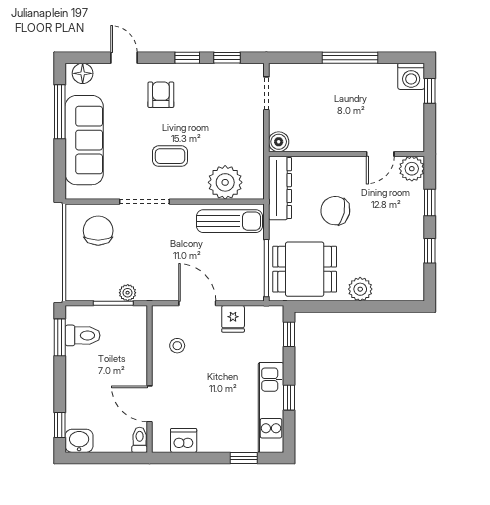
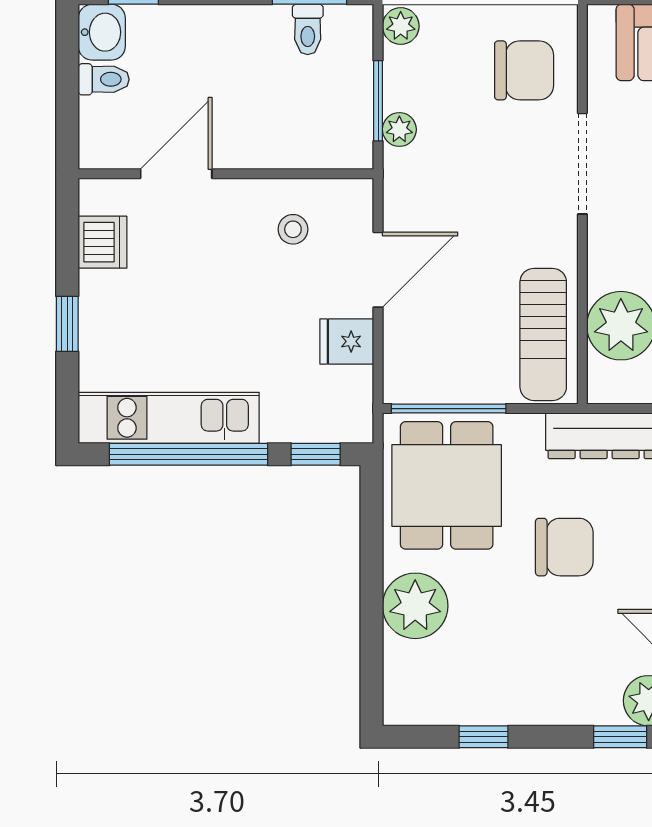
window: (430, 202) -> (620, 737), moved
chair: (335, 211) -> (564, 547), turned 78
plant: (360, 289) -> (415, 606), width x1.36, depth x1.36
plant: (76, 292) -> (401, 26), added
toilet: (83, 335) -> (308, 29), width x0.73, depth x0.72
window: (289, 398) -> (189, 454), width x3.17
toilet: (140, 440) -> (104, 79), moved
window: (244, 458) -> (67, 324), moved

